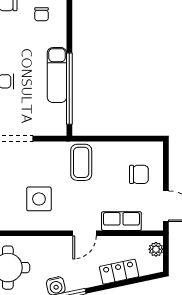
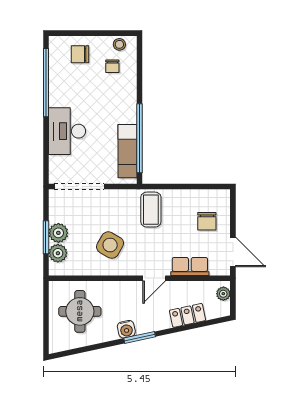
exam couch: (57, 75) -> (127, 151), moved
chair: (139, 174) -> (207, 221), turned 90
side table: (39, 199) -> (110, 245), turned 30

